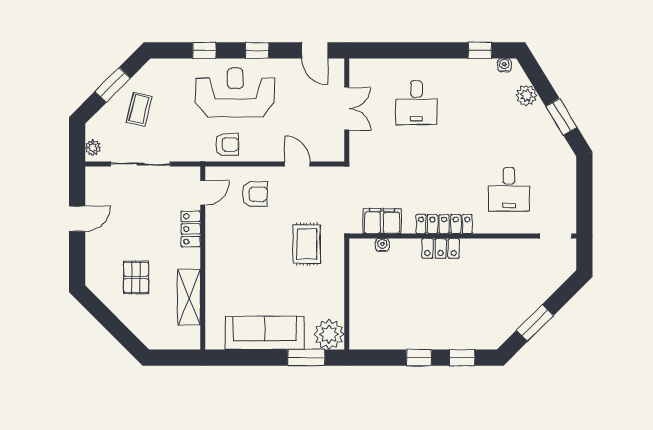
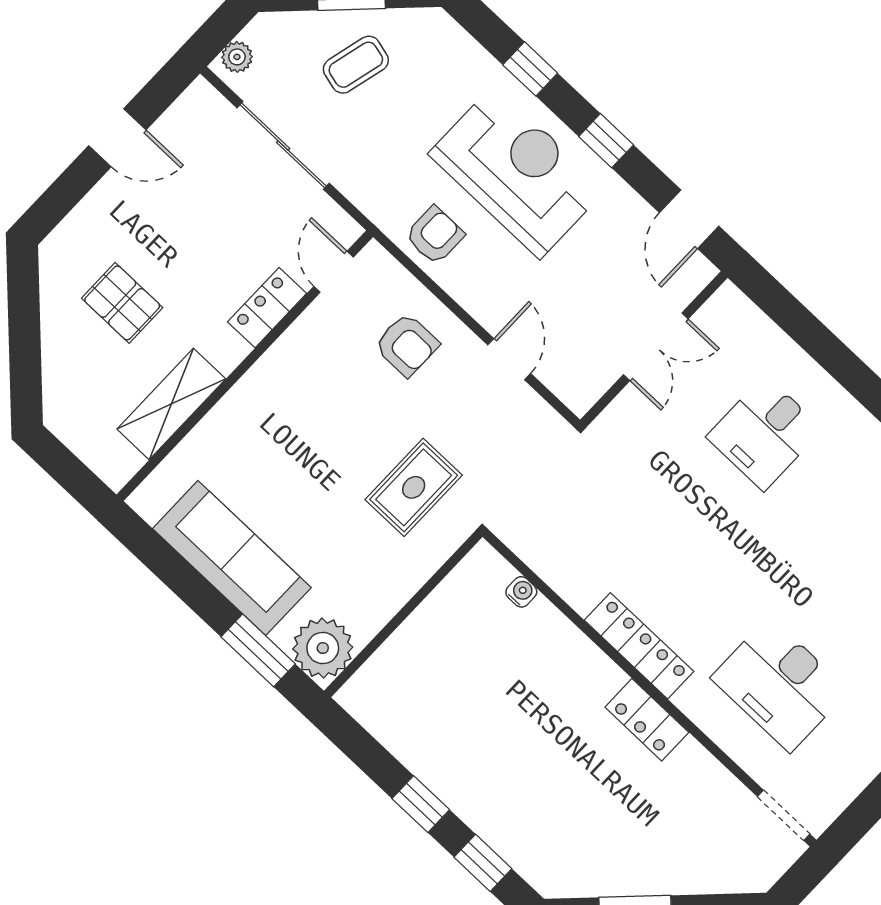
armchair: (227, 144) -> (435, 235), turned -90
desk: (509, 189) -> (780, 684), width x1.37
door: (203, 193) -> (334, 272), swing flipped
filing cabinet: (382, 221) -> (554, 557), removed
locker: (441, 248) -> (647, 720), moved
pallet: (136, 277) -> (122, 303), turned 90

